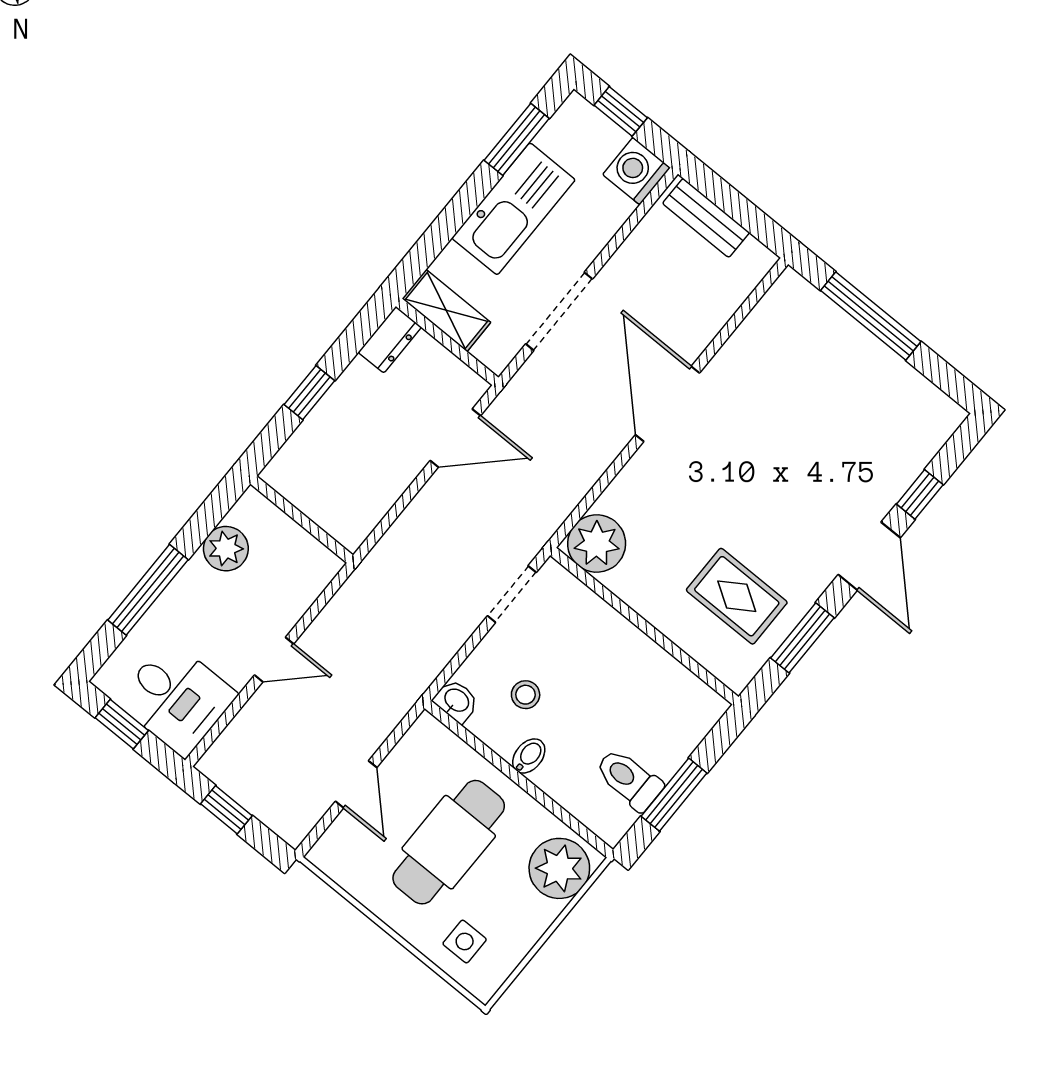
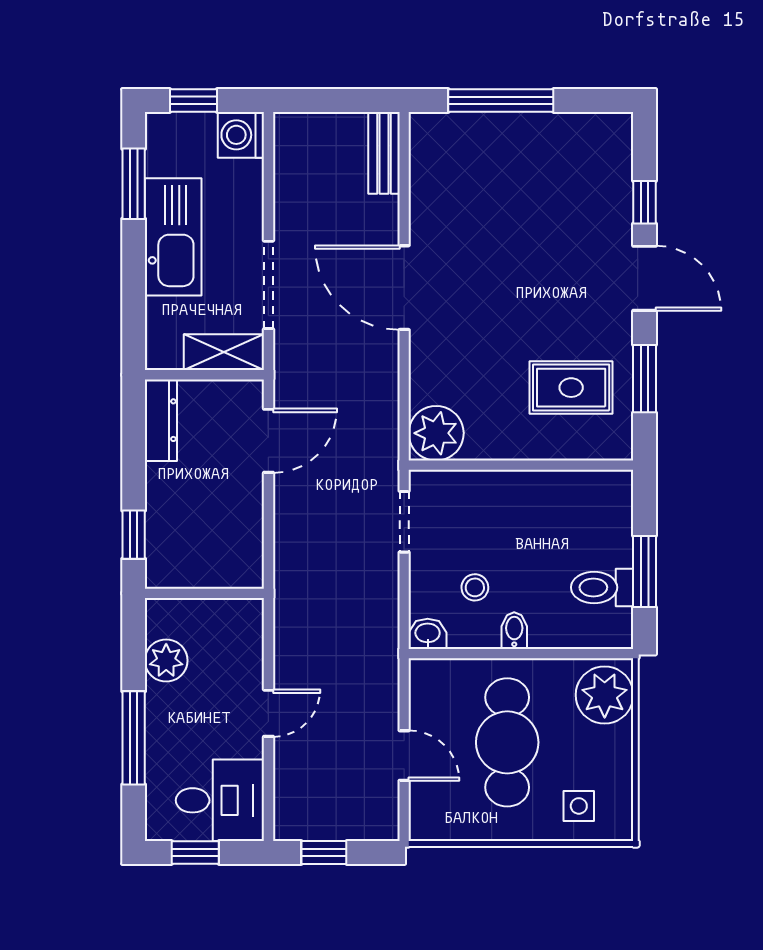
bench: (706, 218) -> (384, 153), moved, turned 90
shelving: (446, 310) -> (224, 352), moved
dresser: (390, 340) -> (161, 420), width x1.44
window: (309, 393) -> (134, 535), moved

